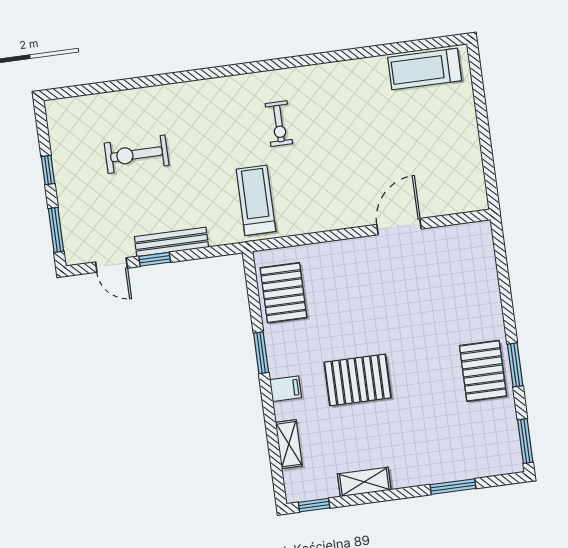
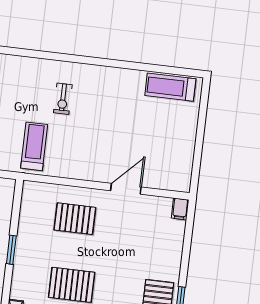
pallet: (283, 293) -> (75, 219), moved, turned 90
filing cabinet: (286, 389) -> (180, 209), moved, turned 90

